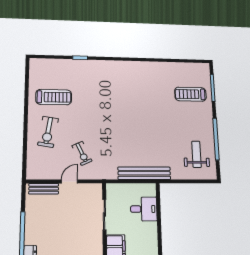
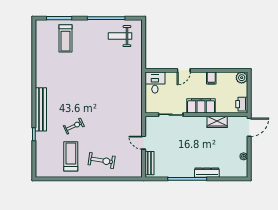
exercise bike: (82, 153) -> (74, 126), moved
bench: (144, 173) -> (41, 109), moved
desk: (144, 209) -> (155, 83), moved
door: (159, 230) -> (184, 70), added

